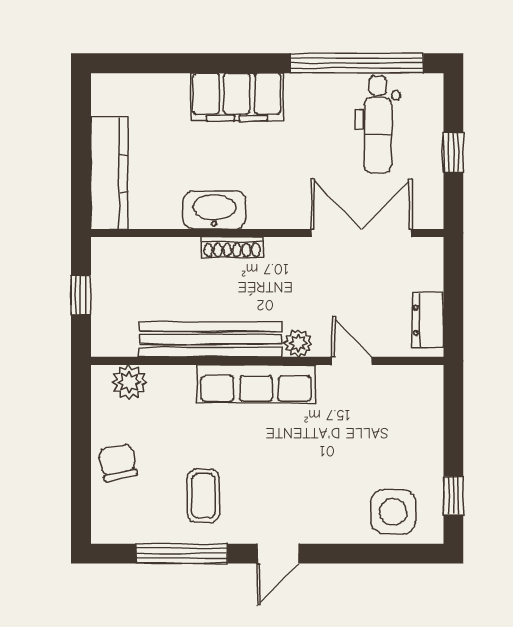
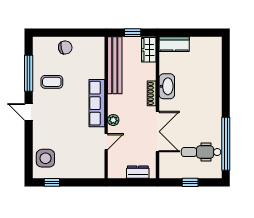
filing cabinet: (237, 97) -> (212, 95), removed
kitchen counter: (109, 173) -> (174, 44), width x0.67
double door: (362, 233) -> (157, 132), moved
wardrobe: (124, 255) -> (149, 50), added
dresser: (428, 320) -> (138, 172), moved
bench: (210, 339) -> (115, 65), moved
plant: (129, 382) -> (97, 52), removed

